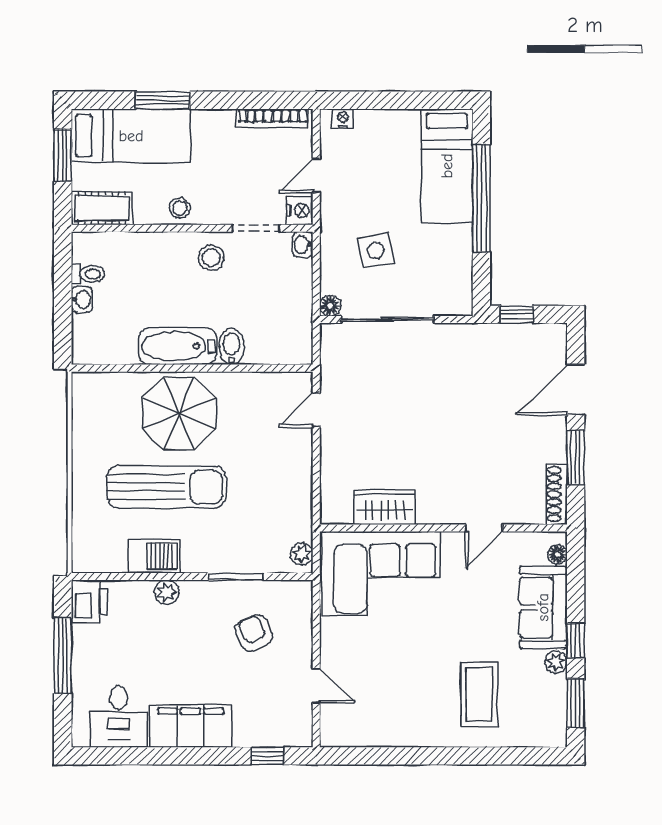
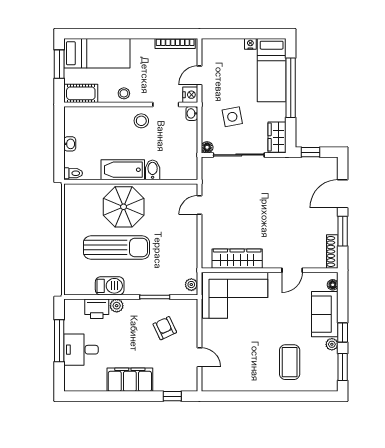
window: (163, 100) -> (115, 34), removed
nightstand: (343, 119) -> (250, 44), moved
toilet: (88, 274) -> (73, 173), moved
wardrobe: (457, 287) -> (277, 137), added
wardrobe: (385, 507) -> (237, 259), width x1.50
printer: (89, 601) -> (97, 309), moved, turned 90
desk: (119, 716) -> (81, 350), moved, turned 90

